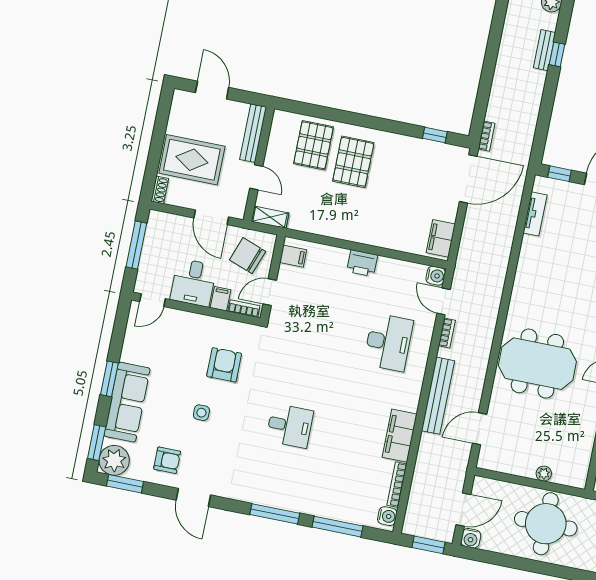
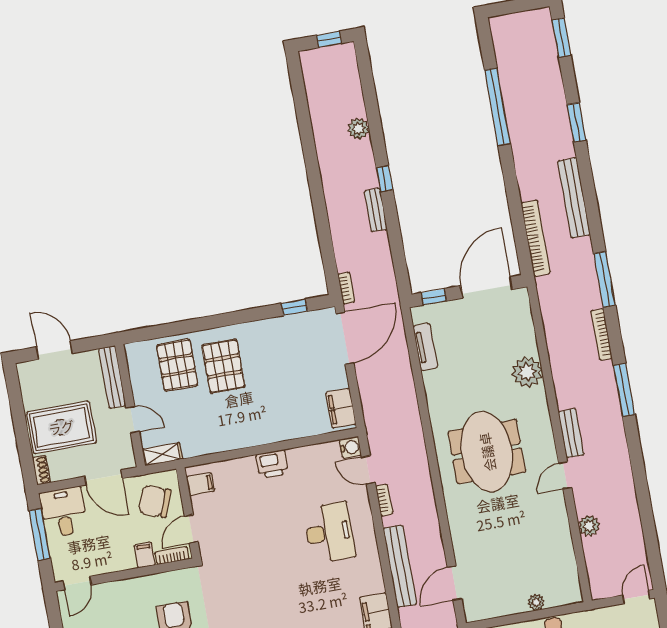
bench: (544, 50) -> (376, 210), moved
desk: (193, 283) -> (64, 512), moved, turned 180
meeting table: (537, 364) -> (487, 452), moved, turned 90

